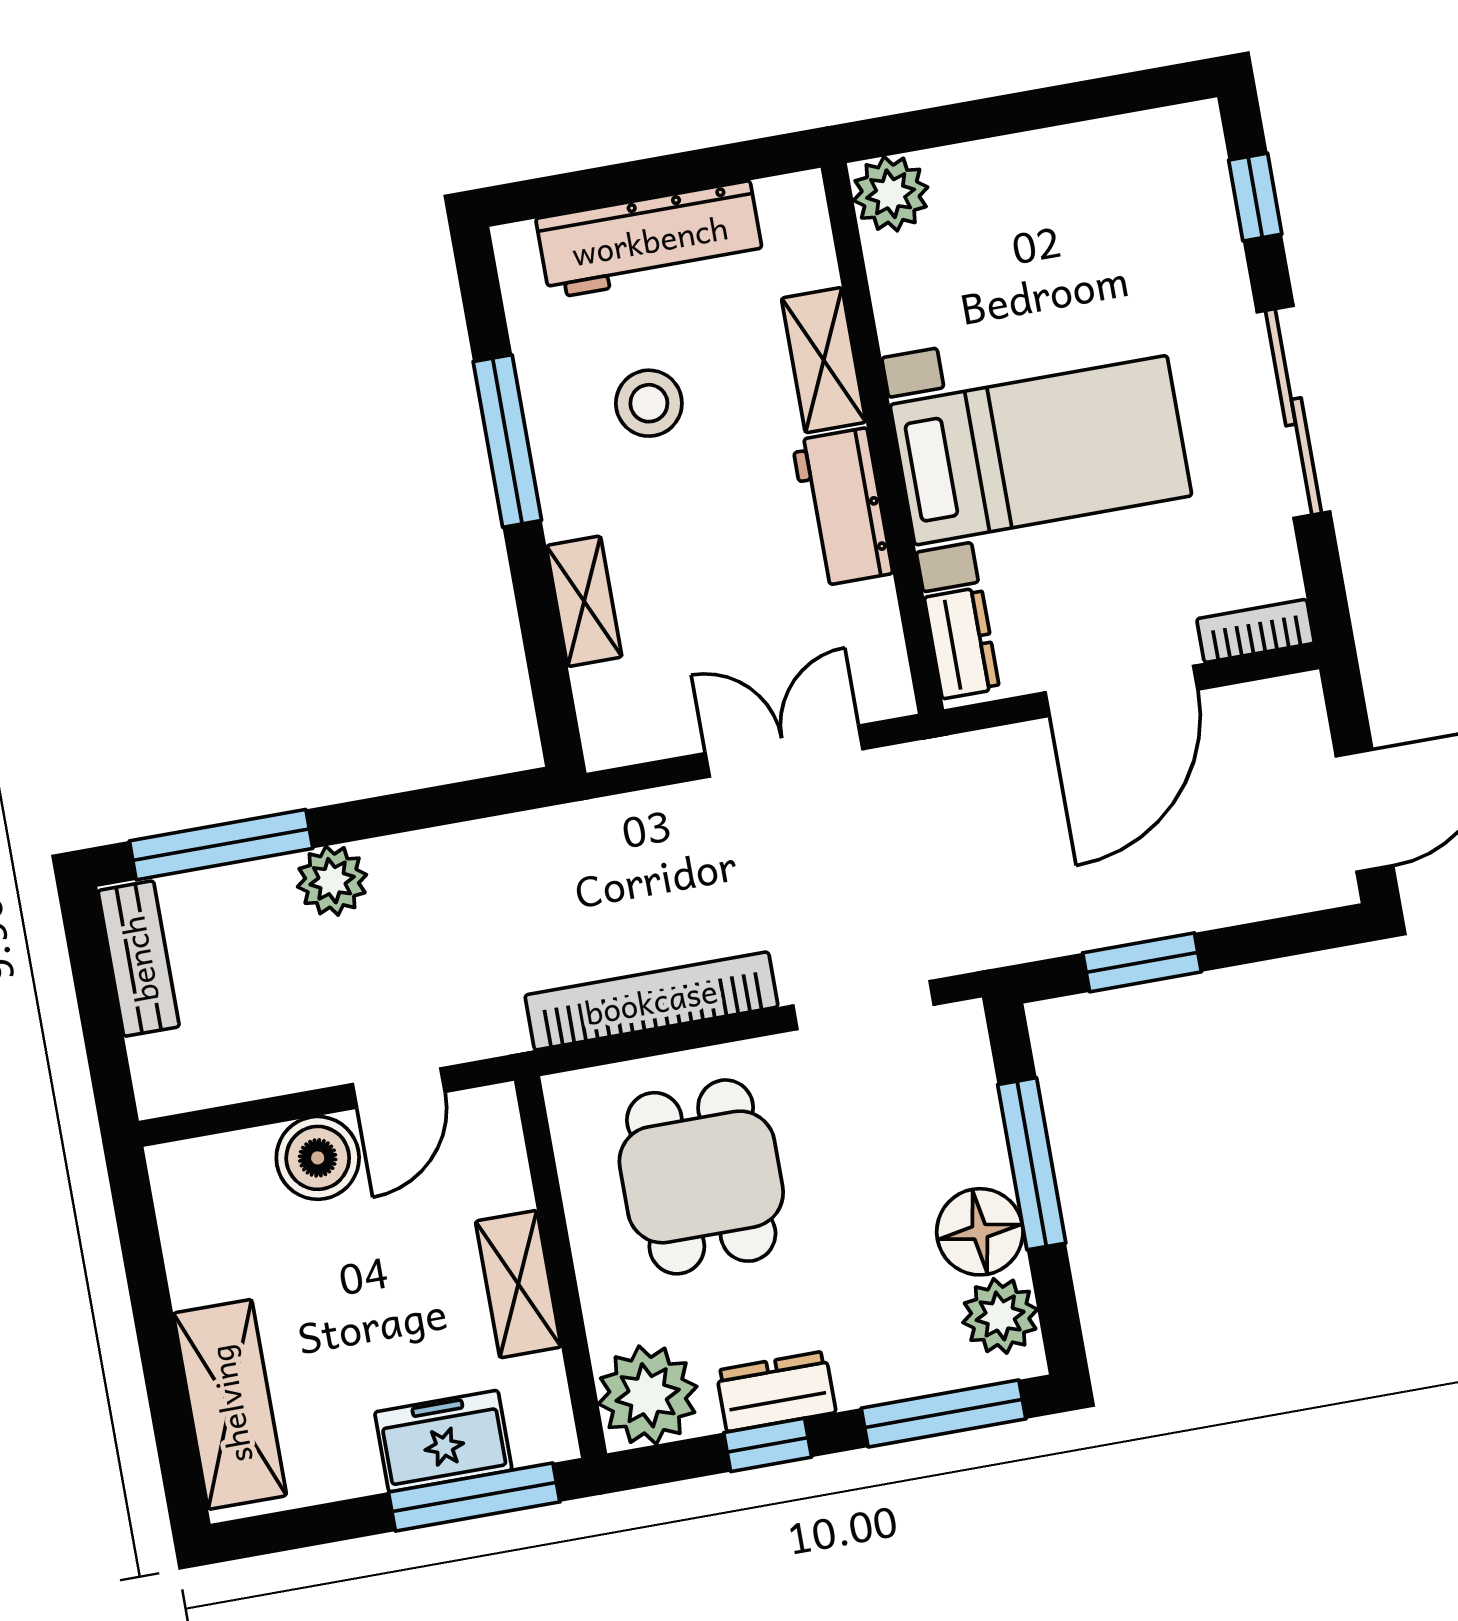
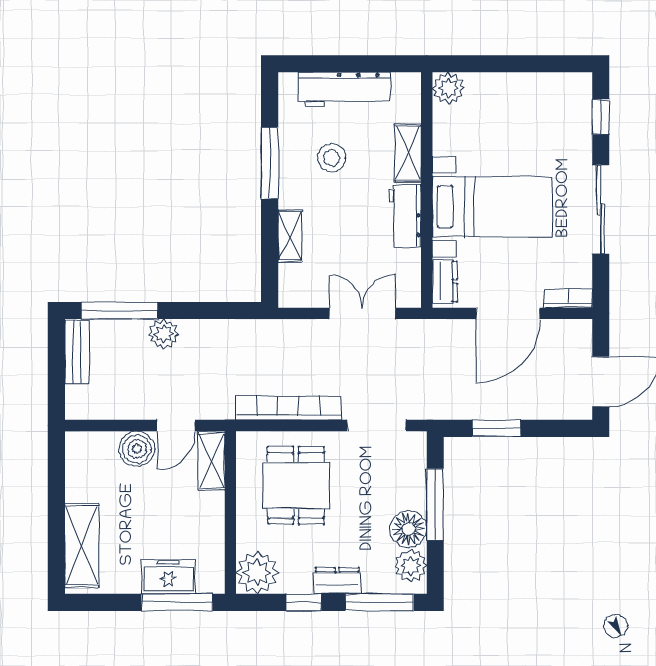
shelving: (518, 1284) -> (211, 461), moved
dresser: (776, 1391) -> (337, 581), moved

